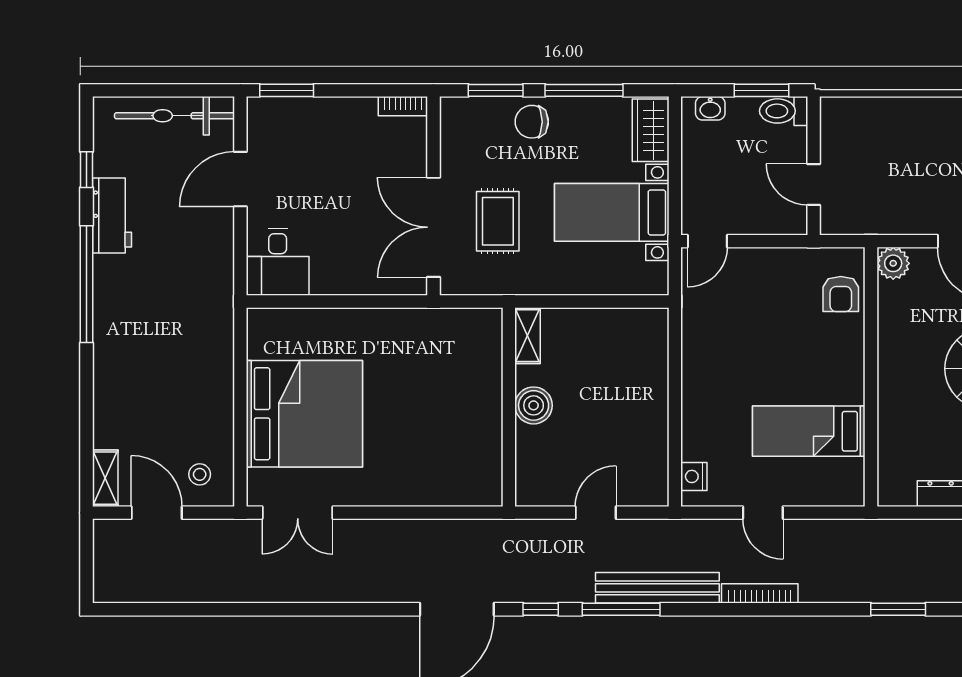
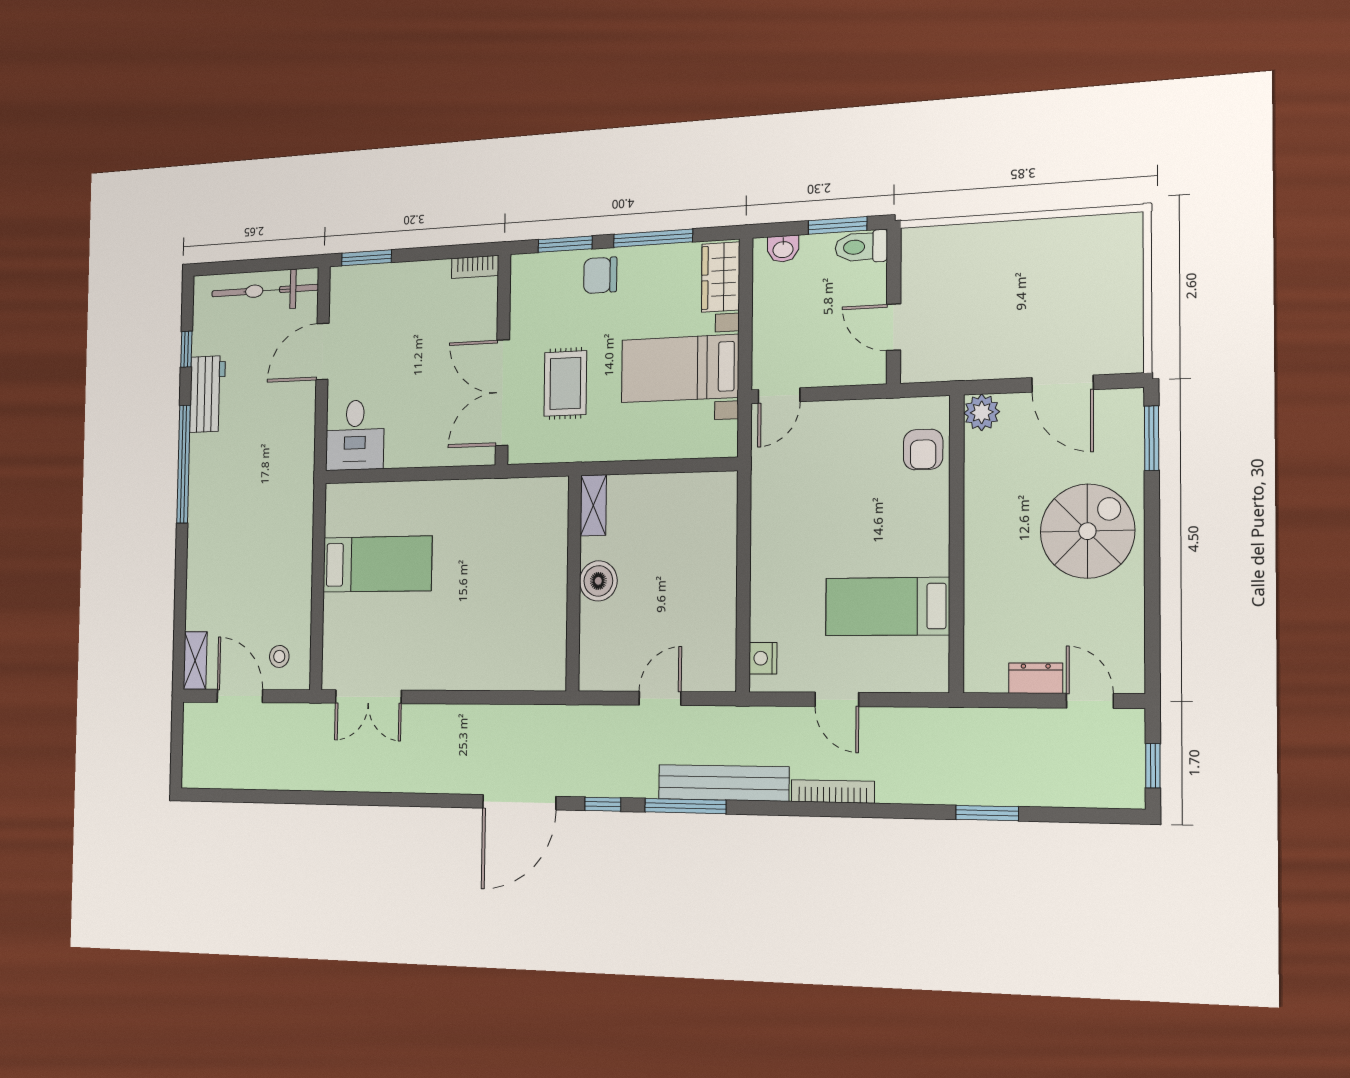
bed: (304, 414) -> (377, 564), width x0.49

